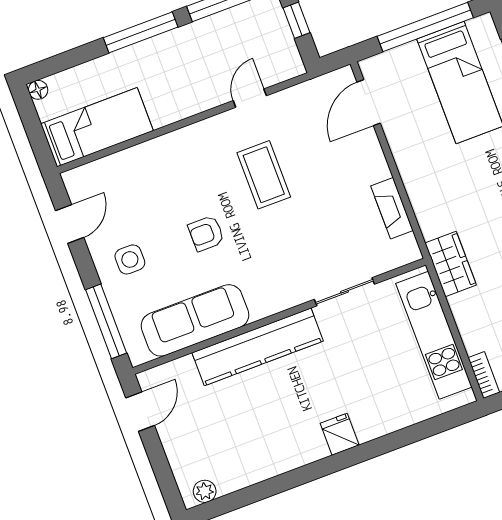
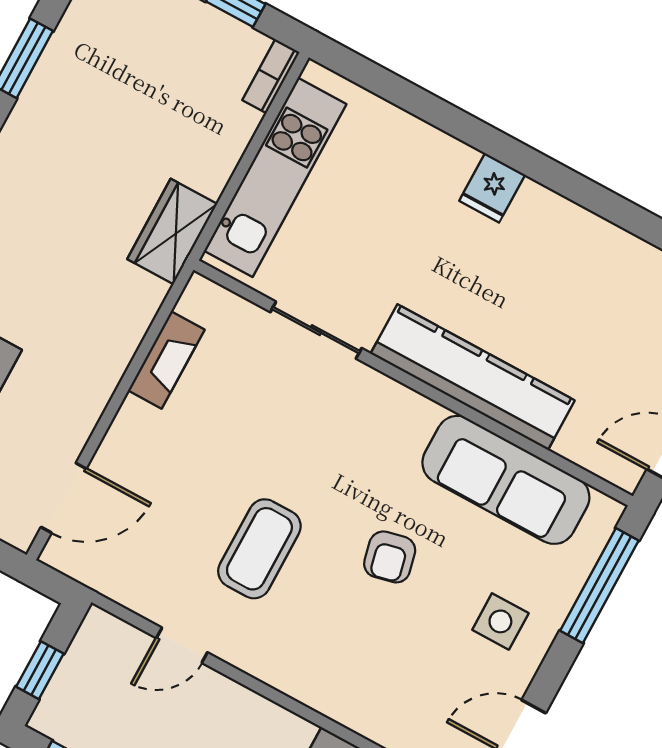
armchair: (206, 233) -> (390, 557), turned 77

